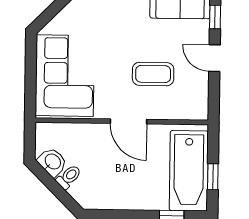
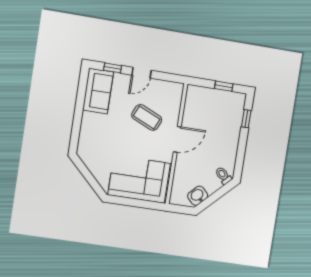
coffee table: (153, 74) -> (147, 117), turned -66
bathtub: (189, 171) -> (217, 102), removed
toilet: (69, 177) -> (223, 176), moved

